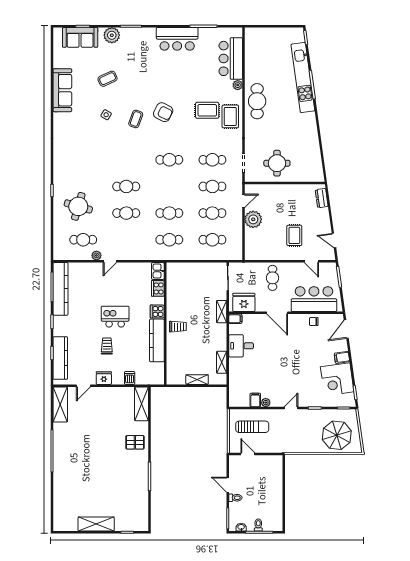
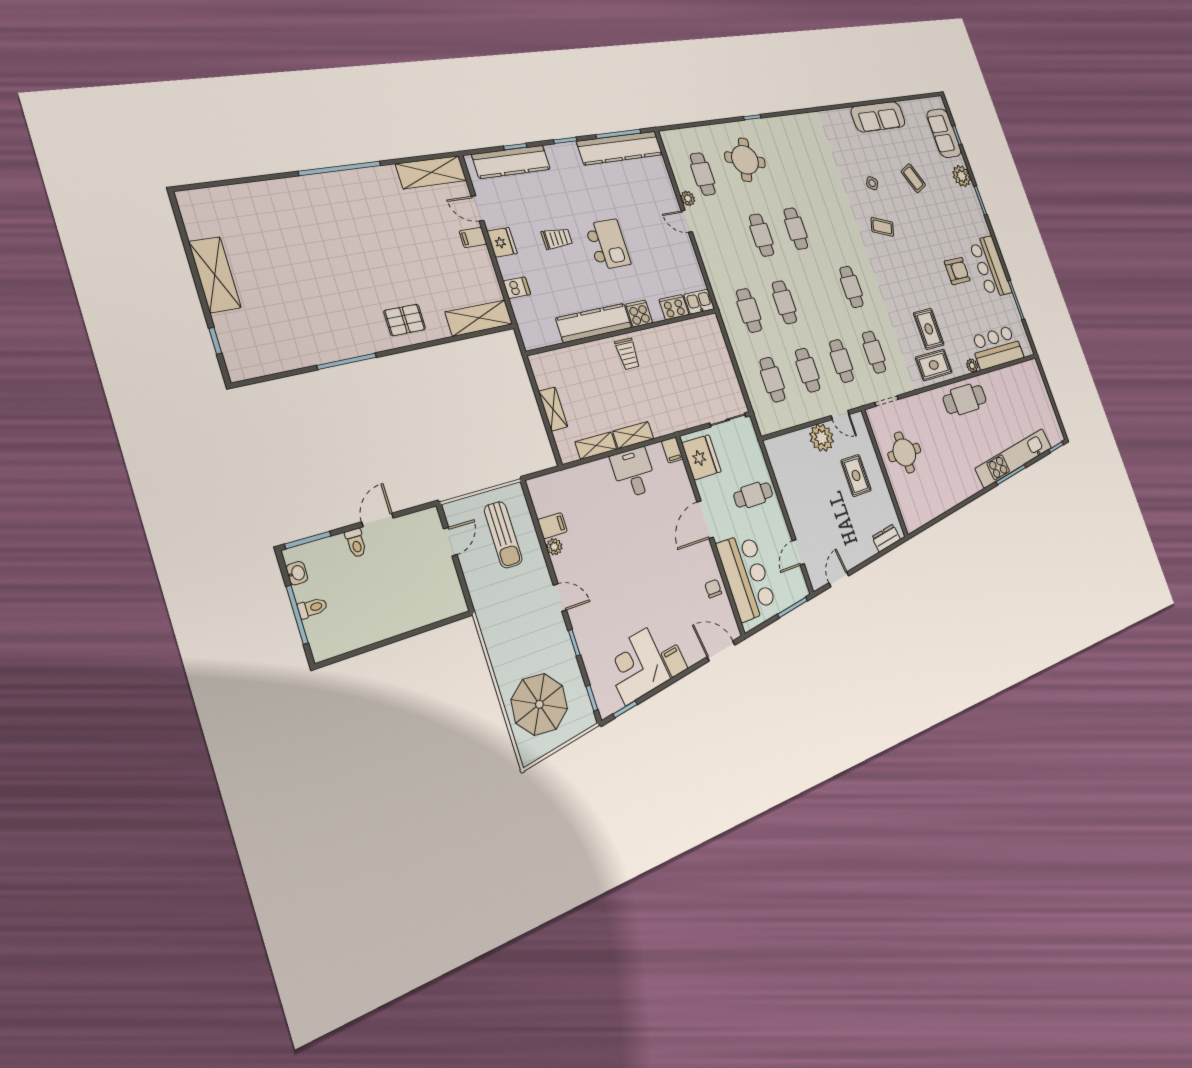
armchair: (163, 112) -> (957, 271), moved, turned -117
rug: (294, 235) -> (856, 475), moved, turned 90
shelving: (222, 312) -> (633, 435), moved
filing cabinet: (99, 393) -> (473, 238), added
pallet: (135, 442) -> (405, 320), turned 90

